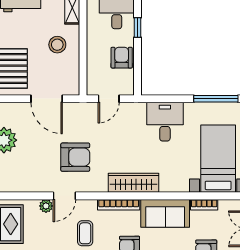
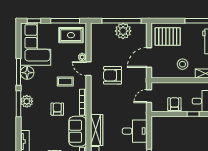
armchair: (122, 58) -> (174, 104), turned -90
door: (109, 99) -> (149, 96), hinge flipped
armchair: (75, 157) -> (113, 75), turned 90
wardrobe: (134, 183) -> (97, 130), moved

